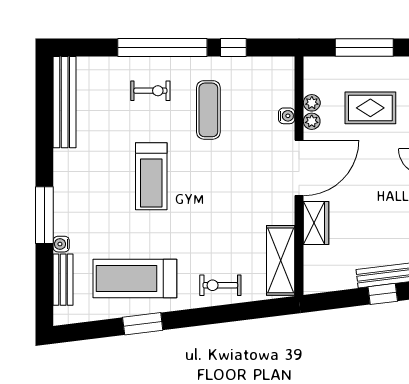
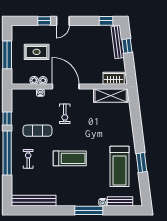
rug: (370, 108) -> (37, 52), turned 90
wardrobe: (316, 223) -> (114, 78), moved
exercise bike: (220, 285) -> (65, 114), moved

